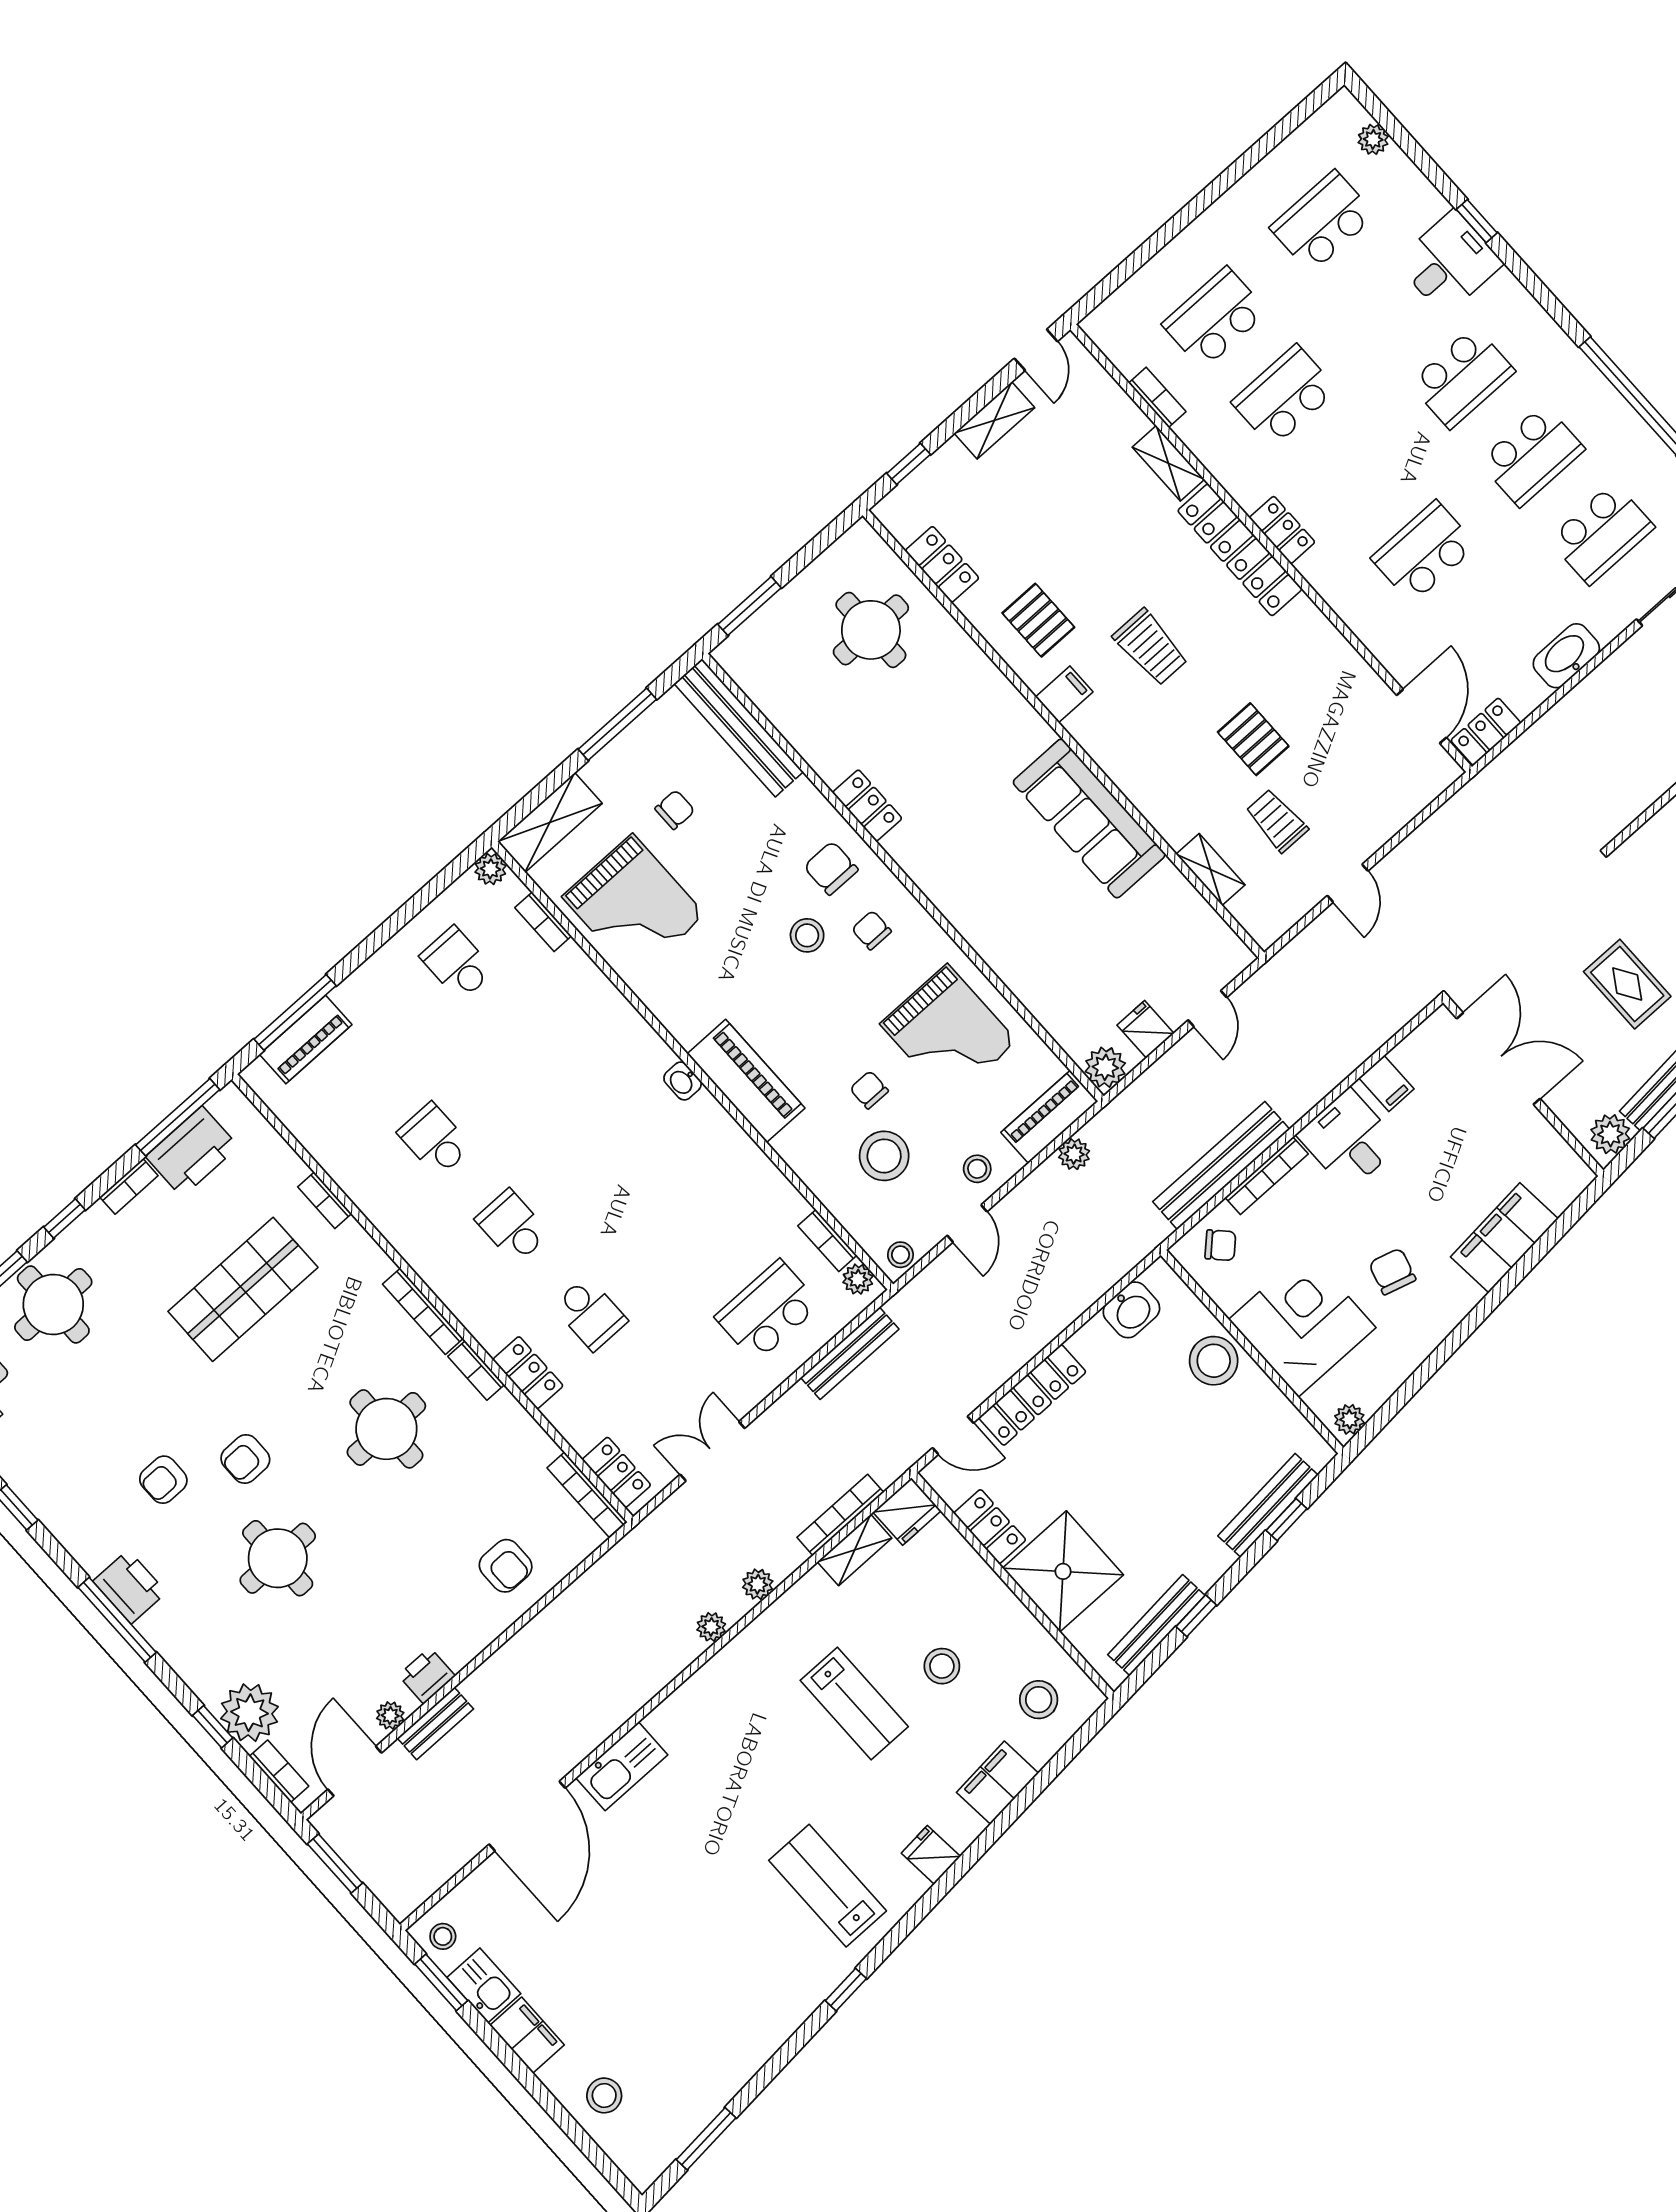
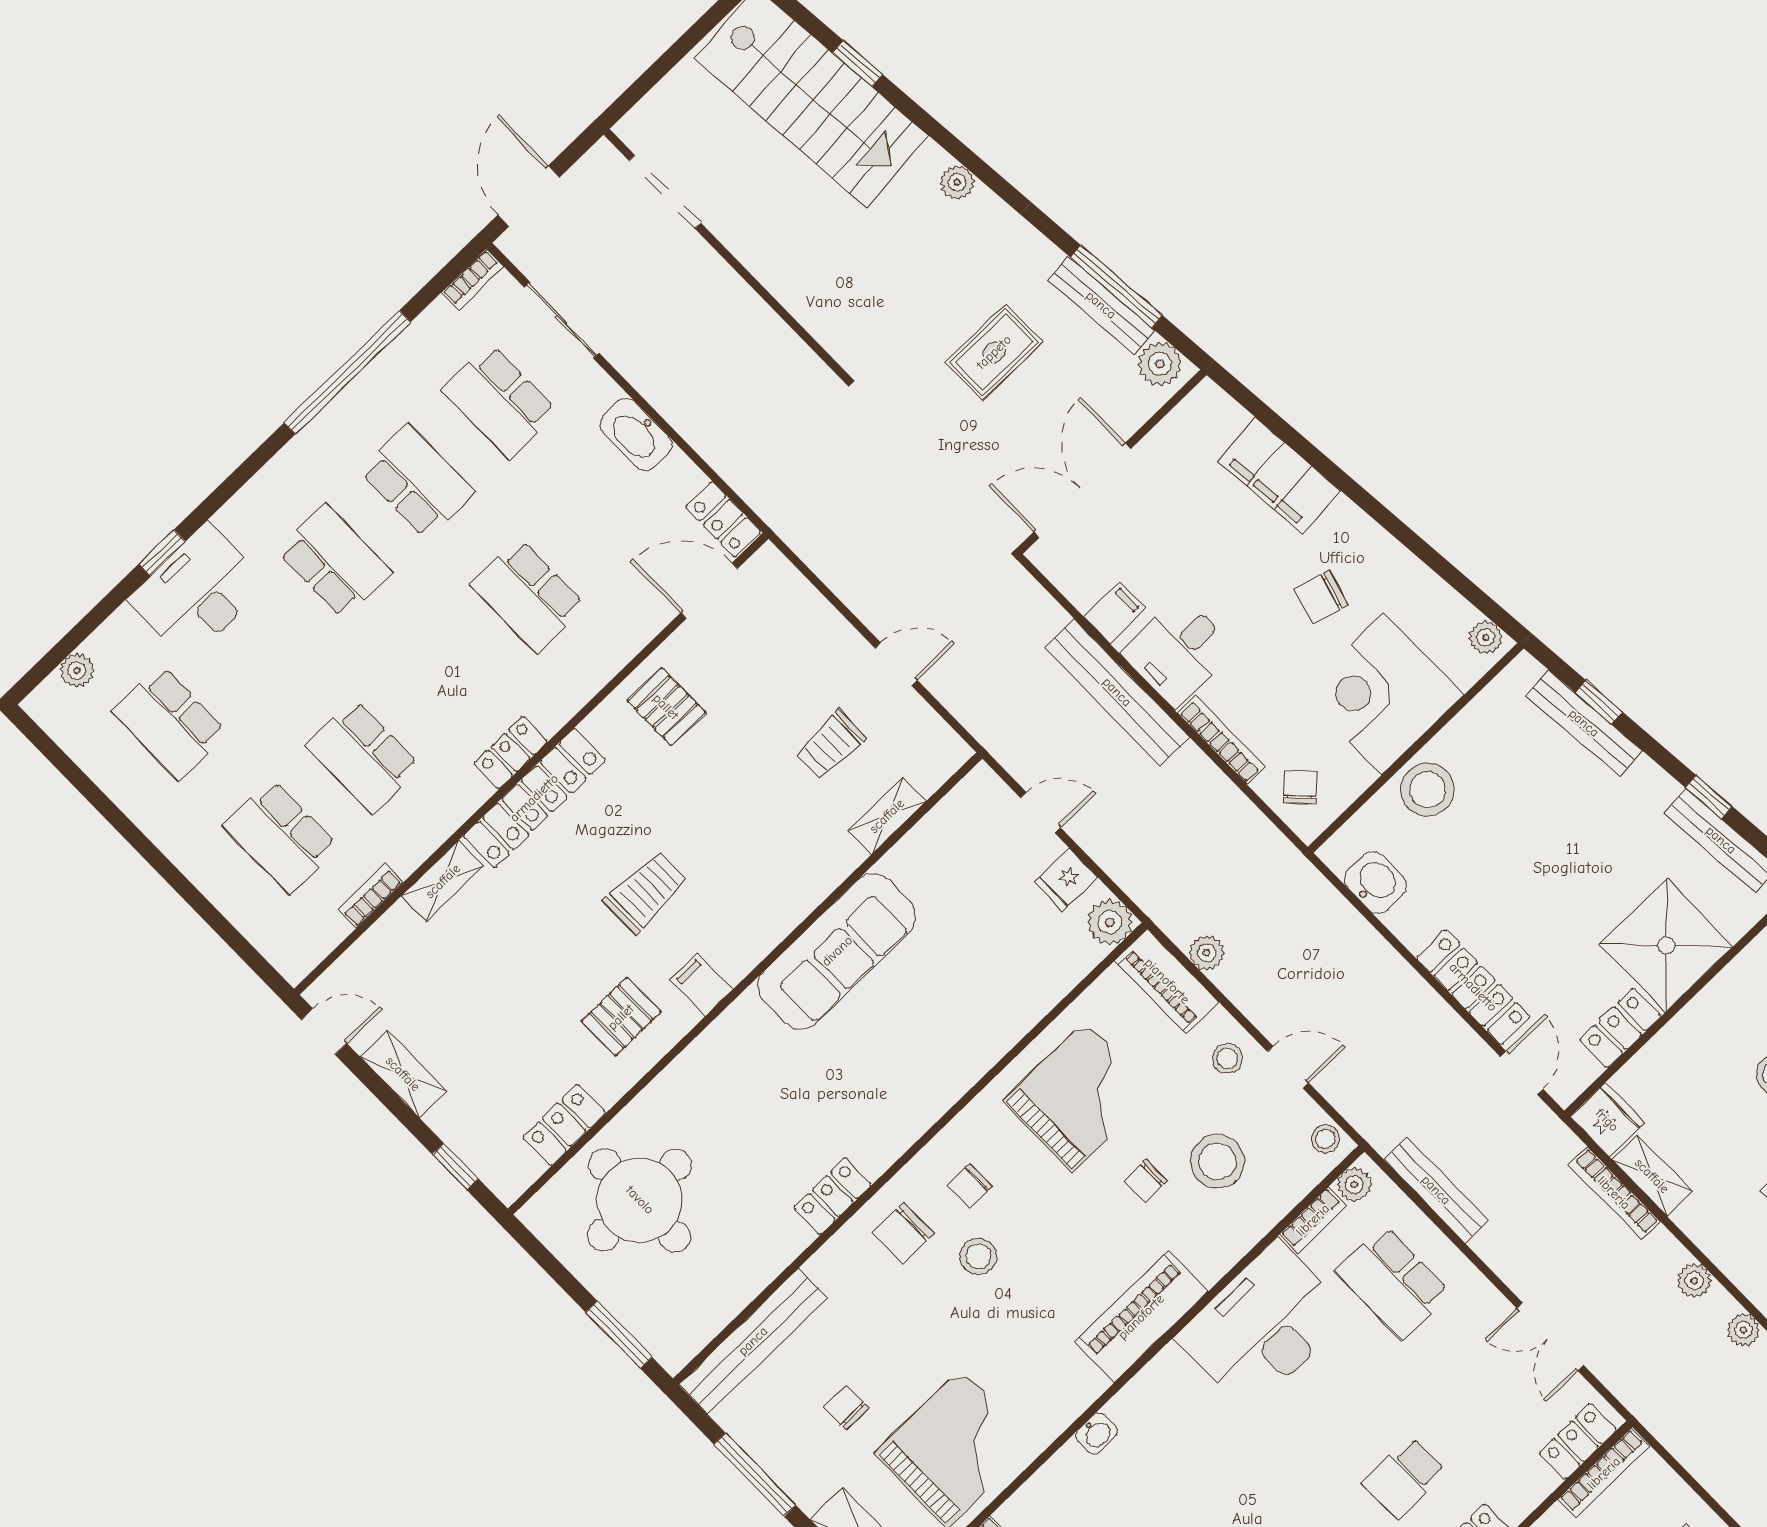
desk: (1449, 263) -> (198, 592), width x1.37
school desk: (1601, 533) -> (500, 401), turned 180
round table: (871, 630) -> (640, 1200), width x1.36, depth x1.36
pallet: (1253, 739) -> (666, 707), moved, turned 90
washbasin: (683, 1081) -> (1096, 1433), moved
bench: (1221, 1166) -> (1117, 692), moved
desk: (733, 1191) -> (1263, 1326), added
school desk: (590, 1313) -> (1404, 1478), turned 180

